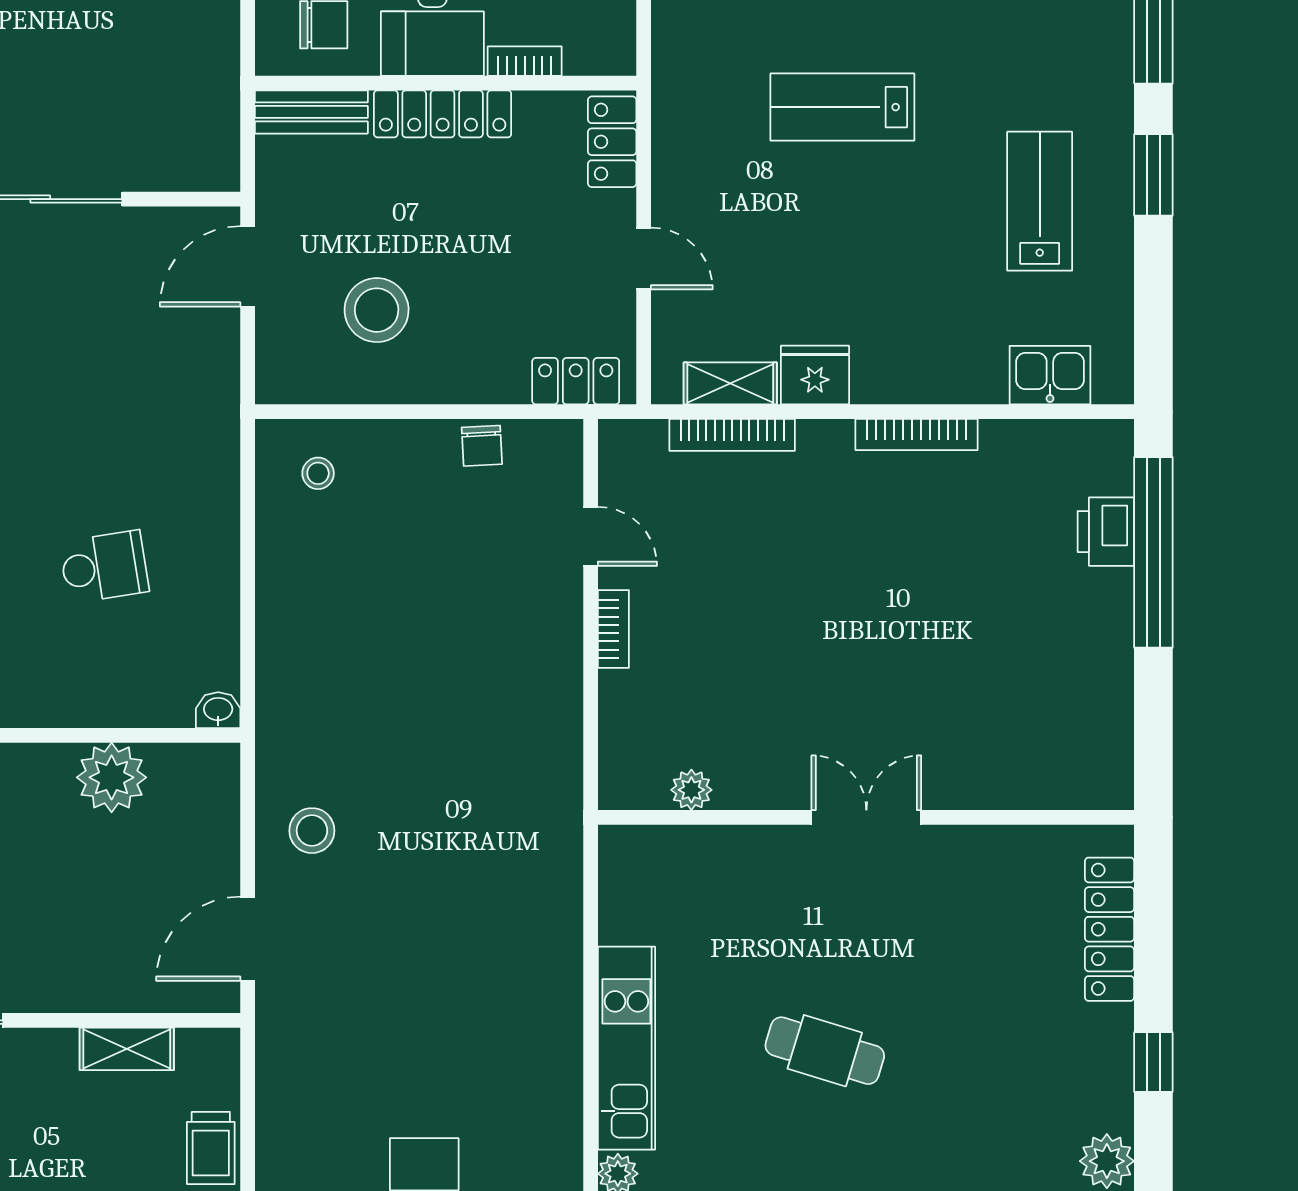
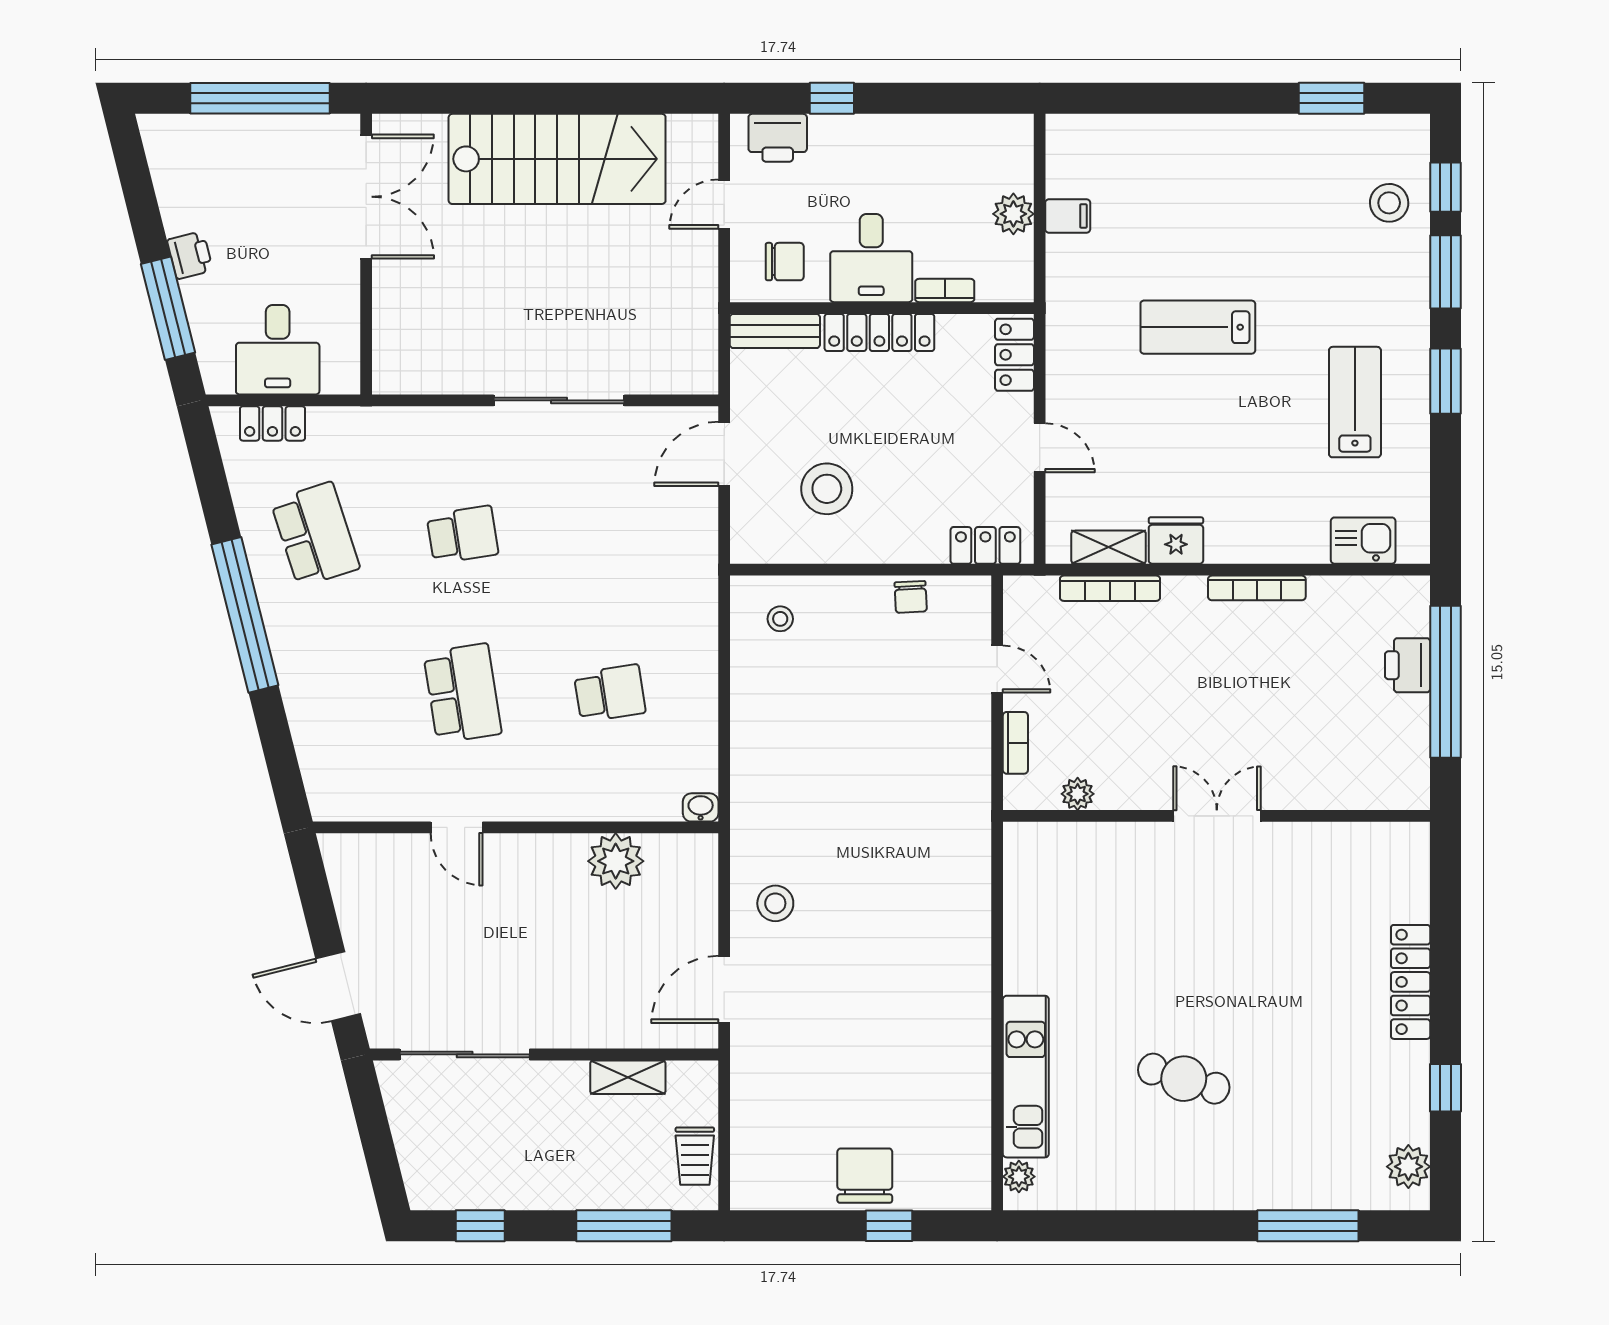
plant: (691, 790) -> (1078, 794), moved
double door: (866, 817) -> (1217, 816), moved
wall: (866, 817) -> (1217, 816), moved

